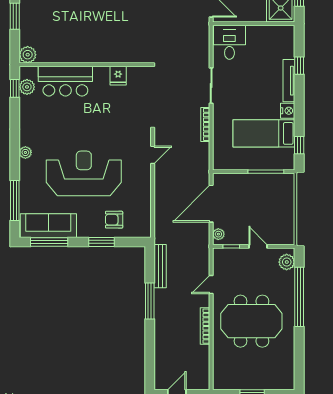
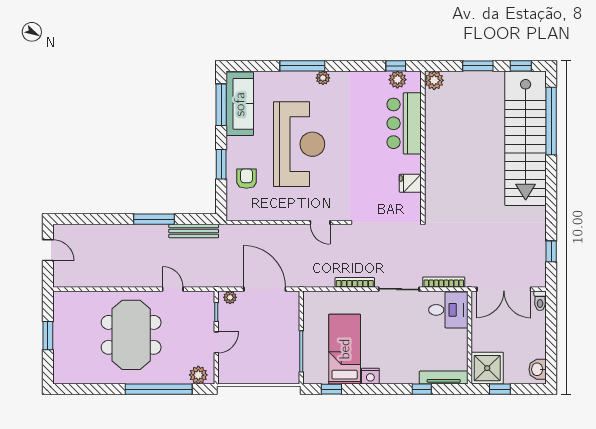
tv unit: (289, 81) -> (444, 378), moved
window: (15, 201) -> (302, 66), moved
bookcase: (205, 326) -> (444, 282), moved

